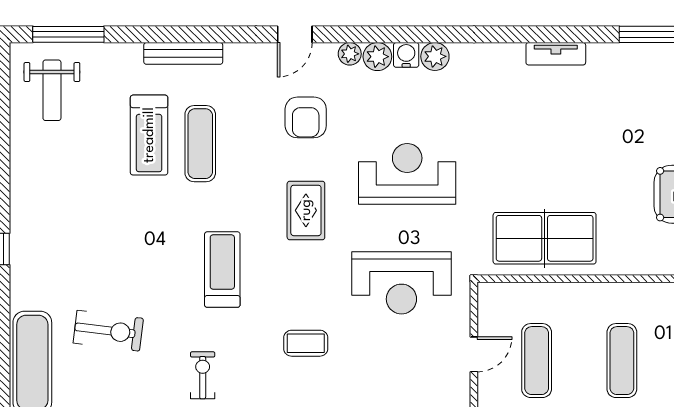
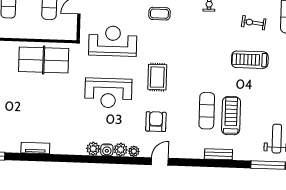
bench: (183, 53) -> (218, 154), width x0.73
treadmill: (222, 270) -> (250, 60), moved, turned 90
exercise bike: (108, 331) -> (254, 23), width x0.73, depth x0.72

